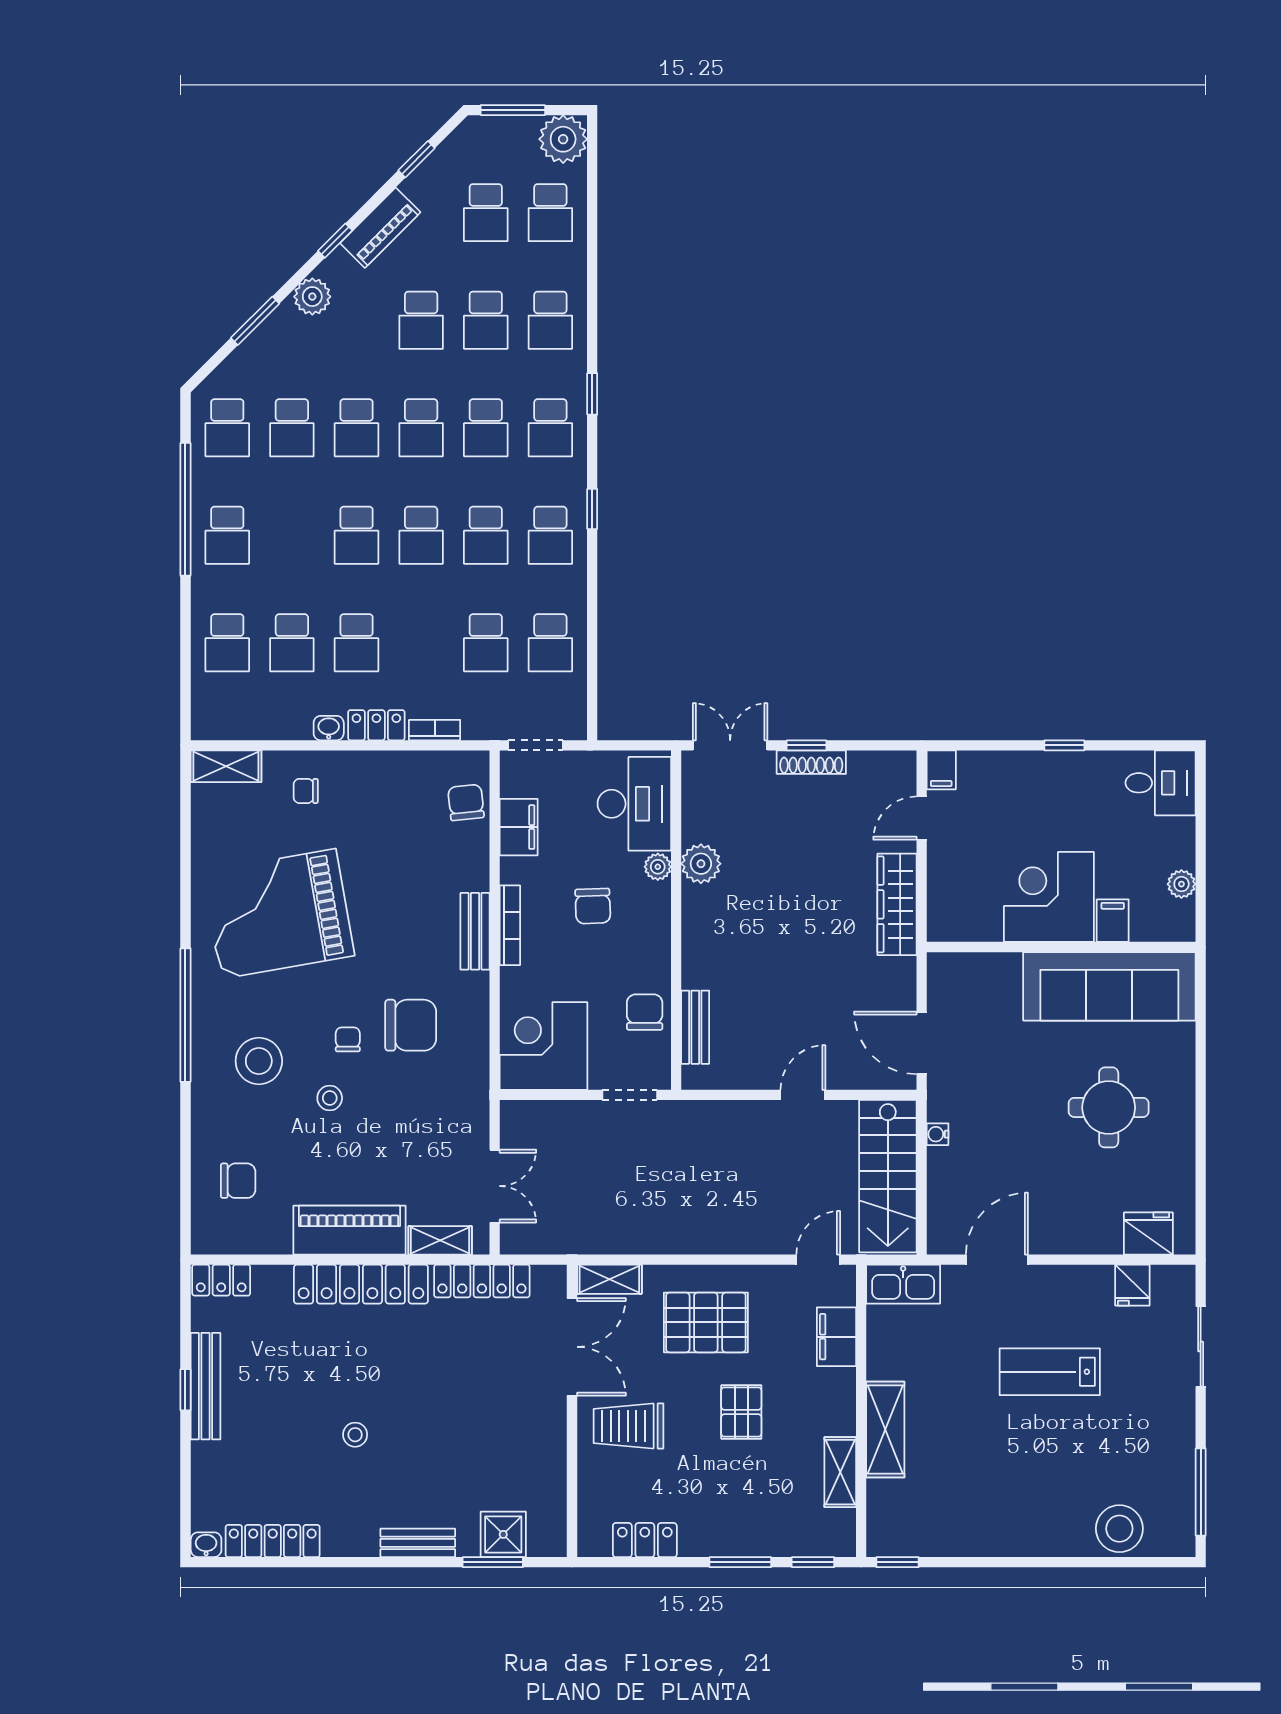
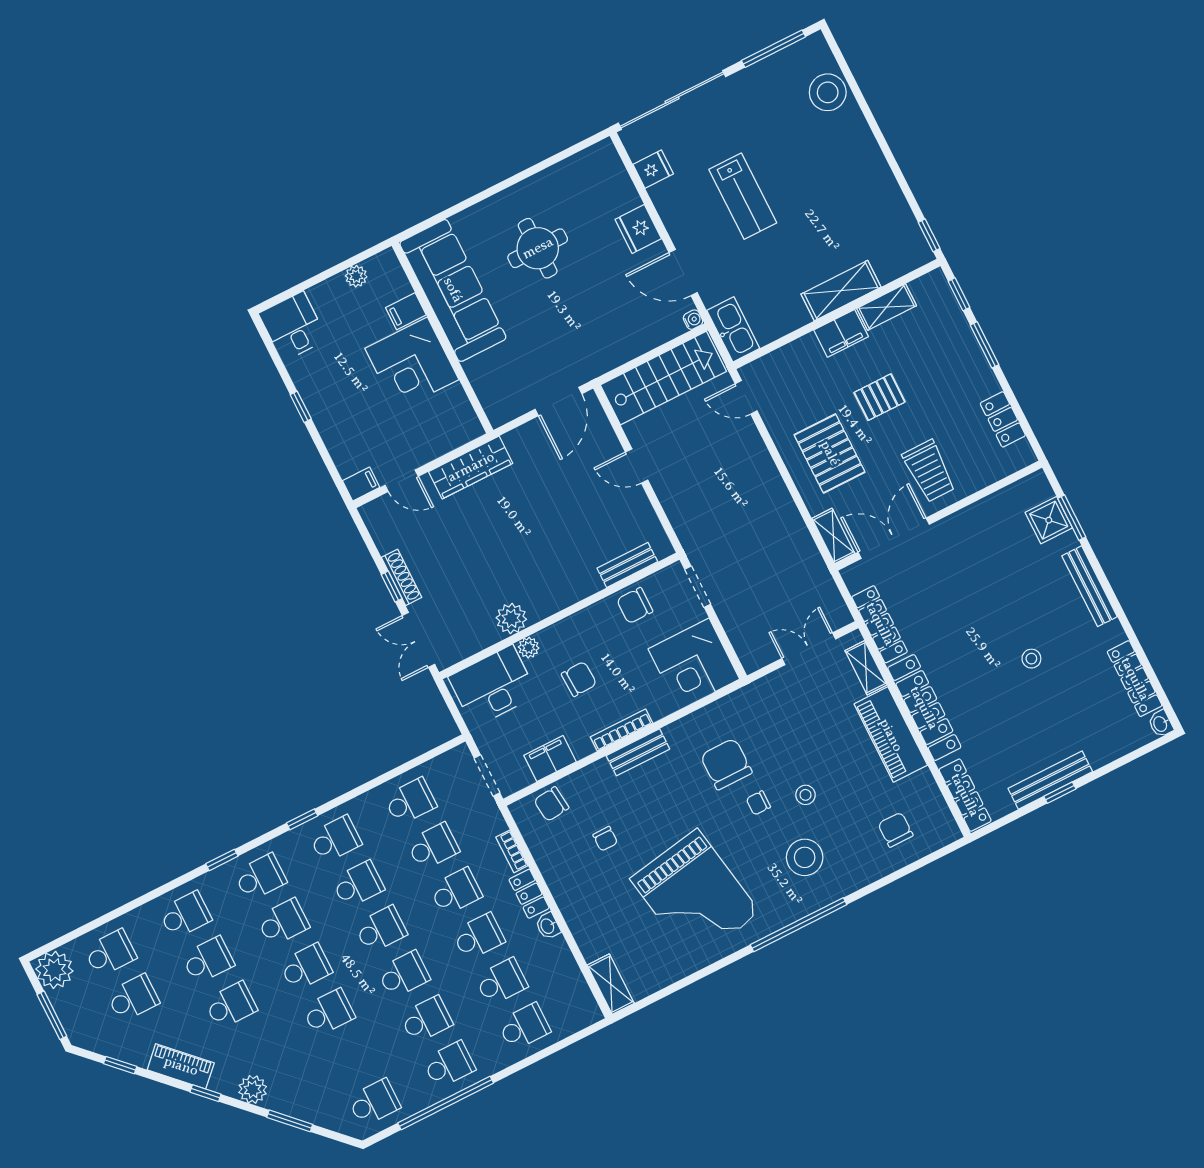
school desk: (292, 428) -> (426, 1020), moved
school desk: (421, 643) -> (456, 892), added
chair: (306, 791) -> (605, 839), moved
water cooler: (937, 1134) -> (693, 320), moved, turned -90
fridge: (1148, 1233) -> (638, 229), moved
locker: (221, 1280) -> (965, 795), width x1.53
filing cabinet: (836, 1337) -> (841, 333), moved
sliding door: (1201, 1347) -> (672, 100), width x1.86
bench: (418, 1543) -> (1090, 586), width x1.36

